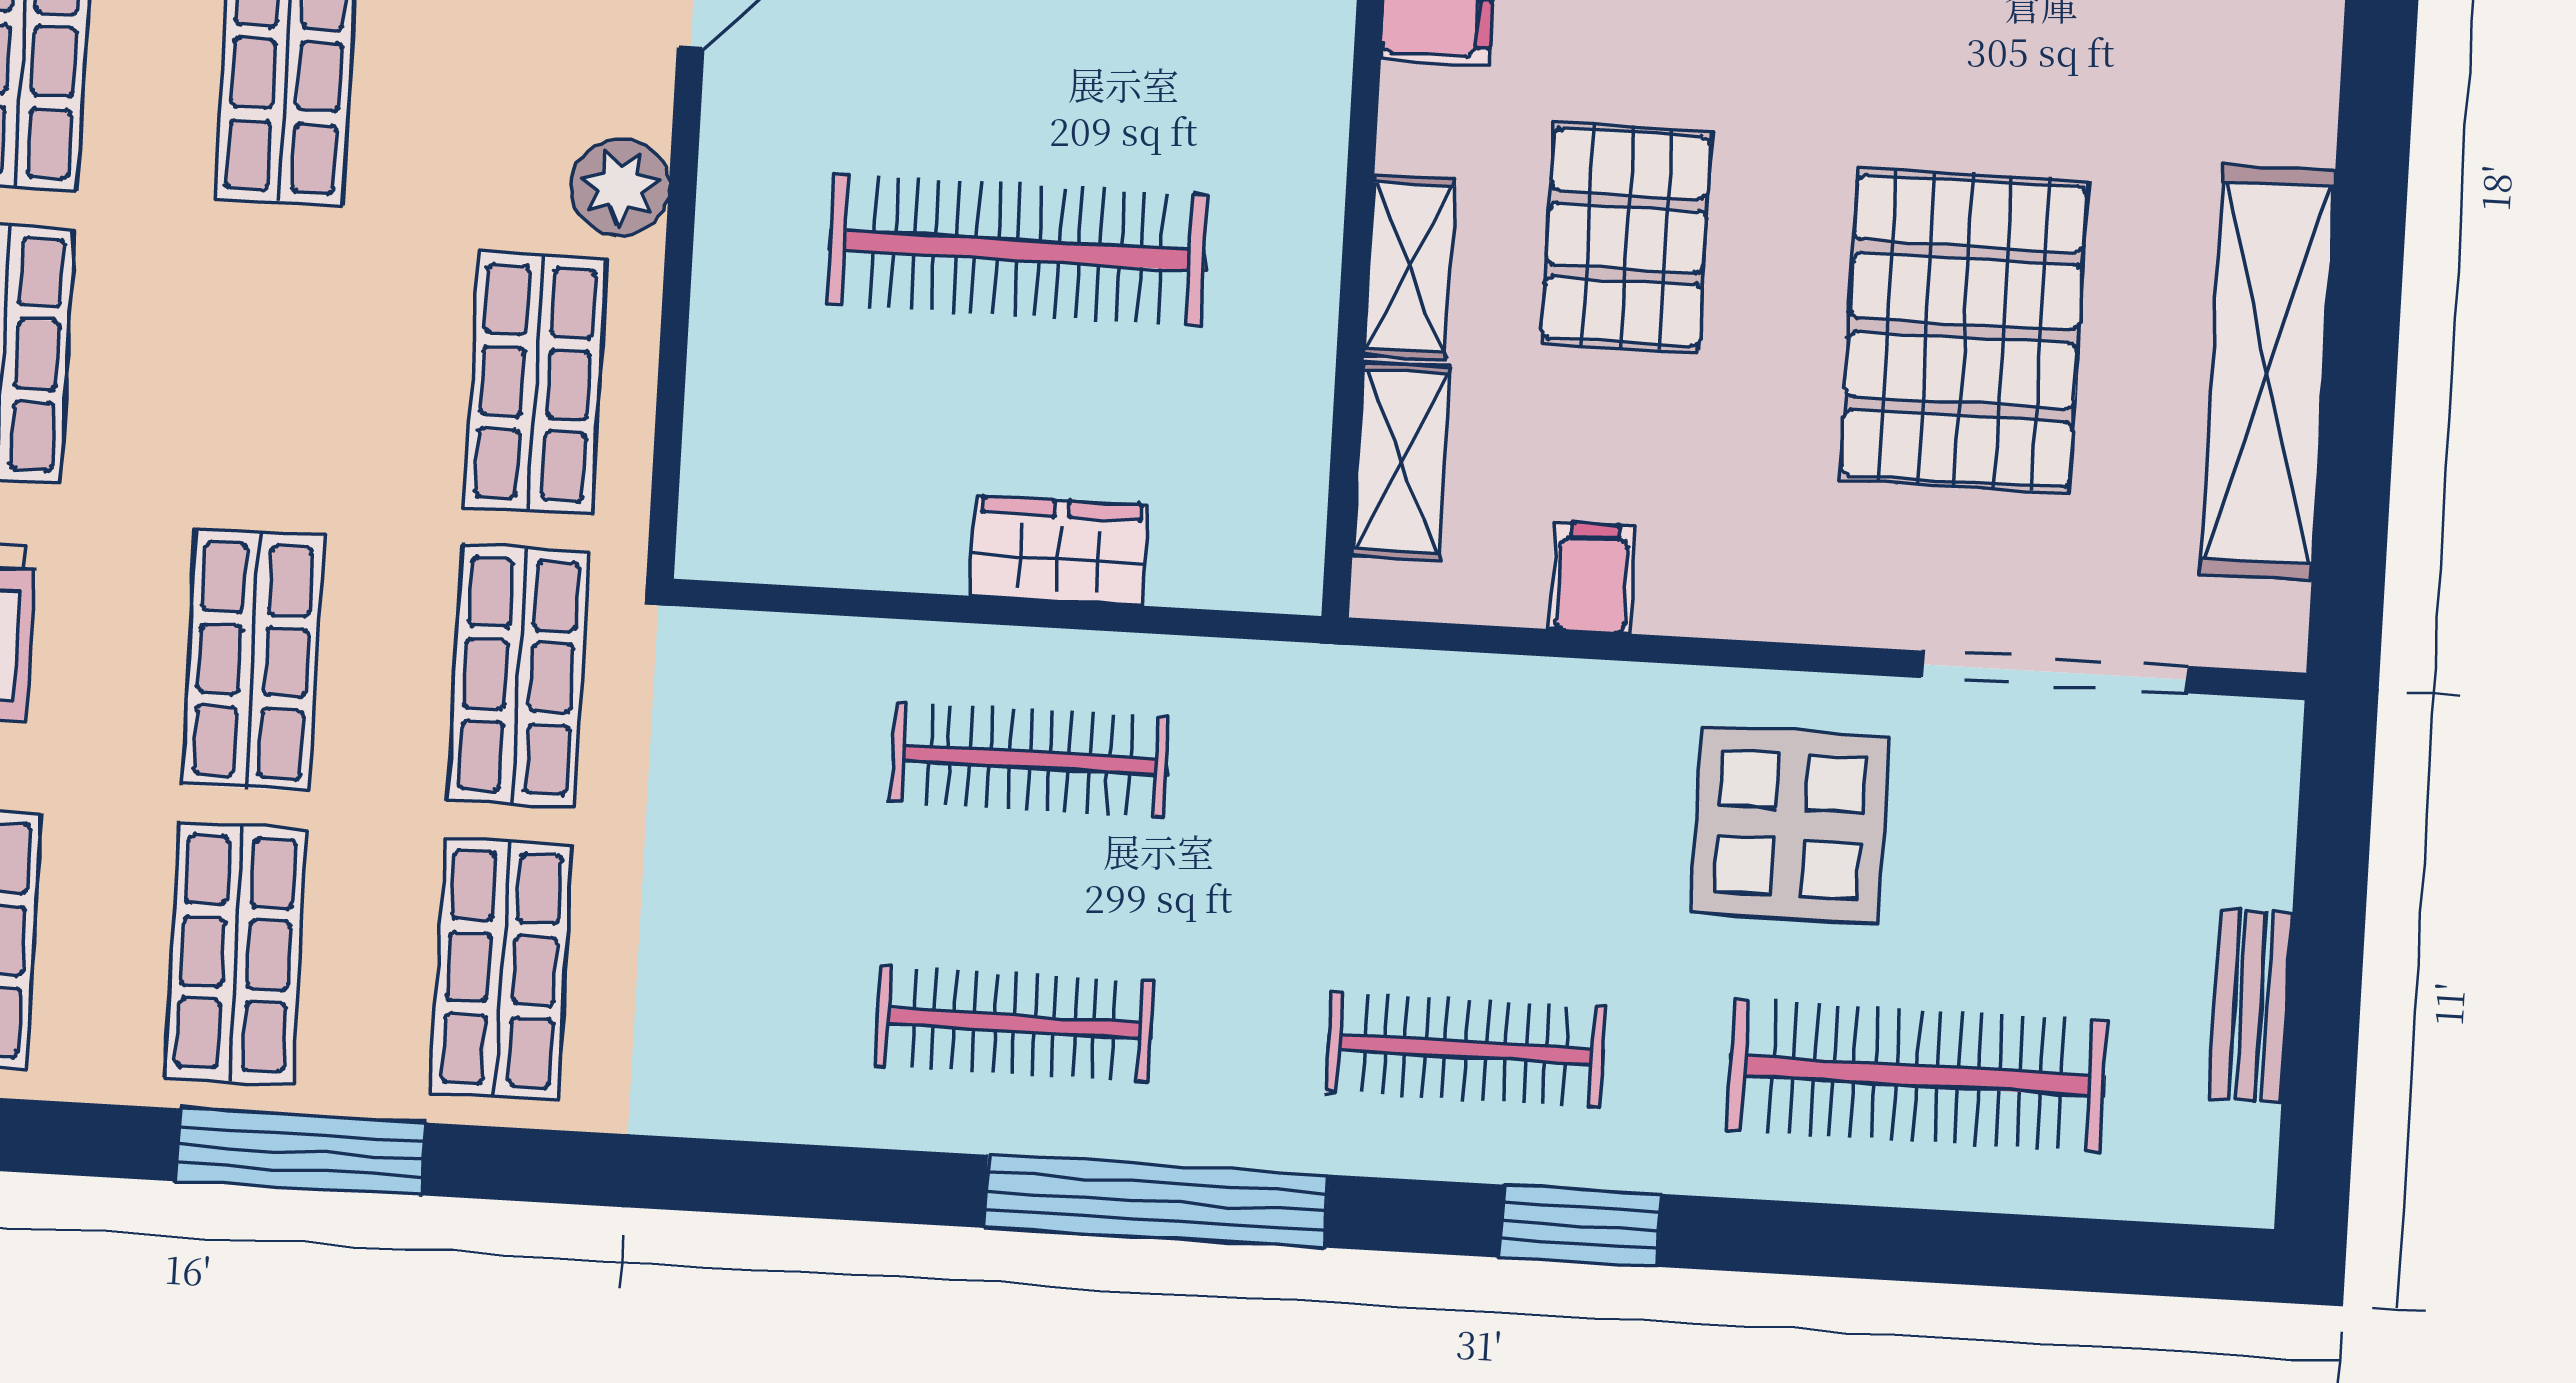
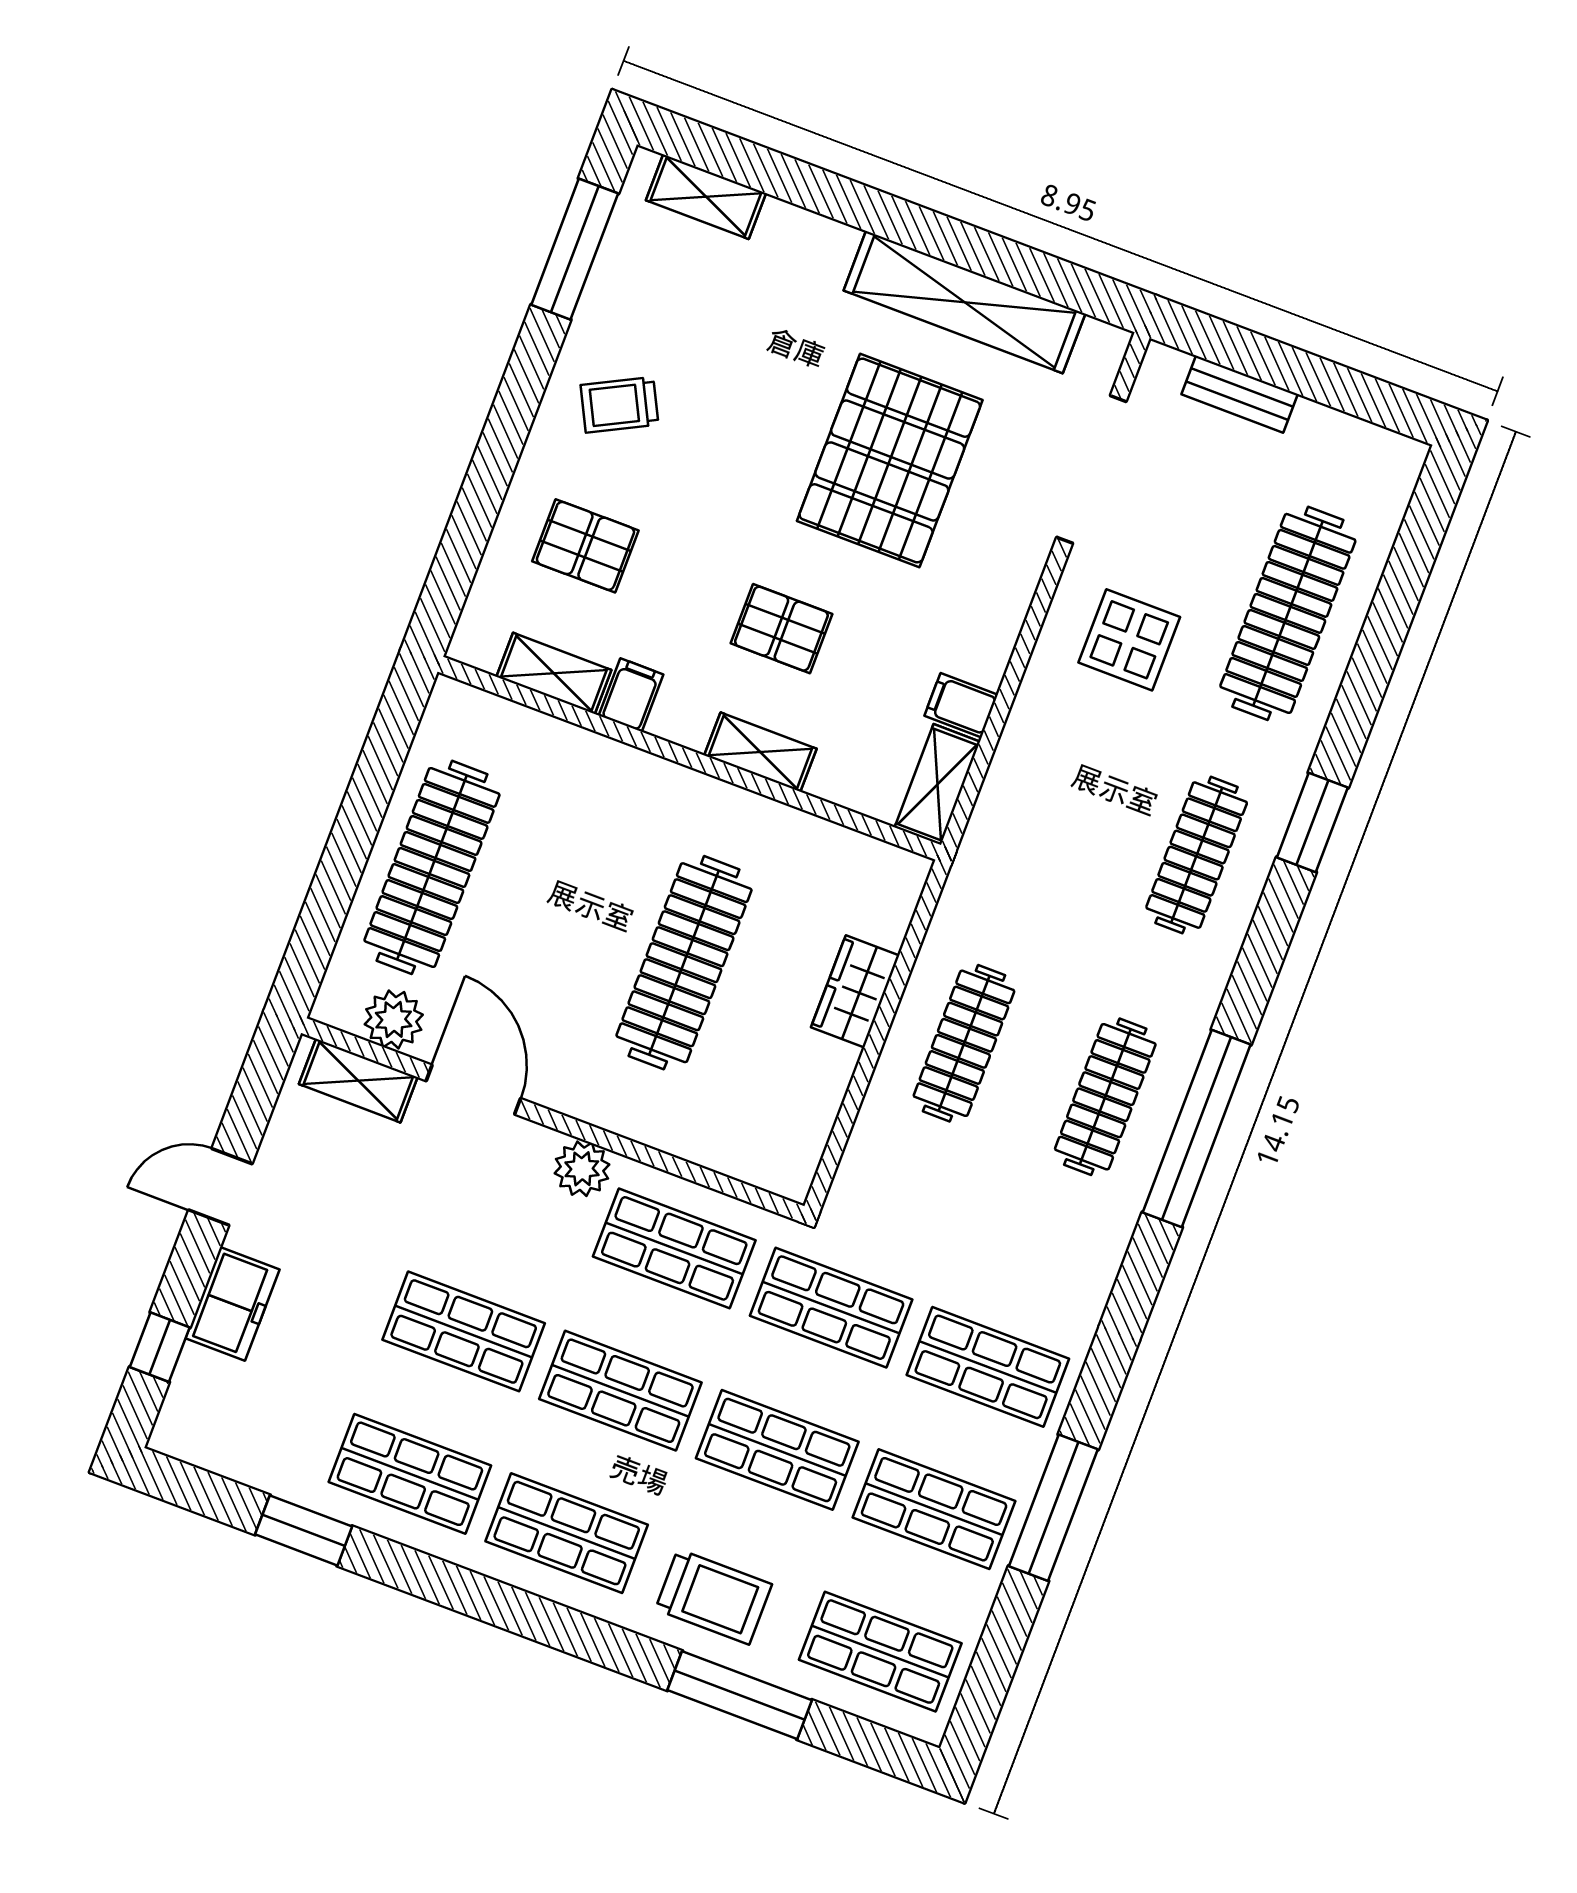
pallet: (1626, 238) -> (781, 629), width x0.67, depth x0.71
pallet: (1964, 331) -> (890, 461), turned 90
shop shelf: (270, 368) -> (620, 1391), added
shelving: (1401, 461) -> (937, 784), moved, turned 90
display table: (1790, 824) -> (1129, 640), width x0.73, depth x0.73
bench: (2251, 1006) -> (1240, 394), moved
window: (1156, 1201) -> (1197, 1128), moved

